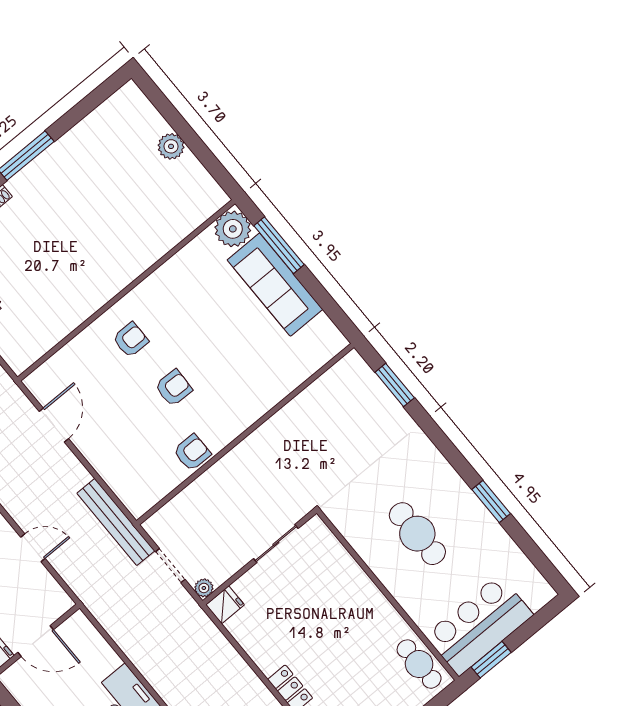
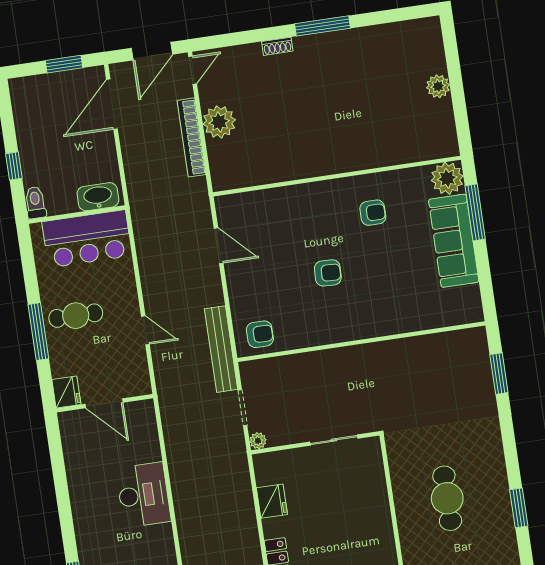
armchair: (131, 340) -> (373, 213), moved
door: (54, 425) -> (219, 246), hinge flipped
armchair: (192, 452) -> (260, 334), moved
fridge: (225, 605) -> (272, 501), moved, width x1.38

